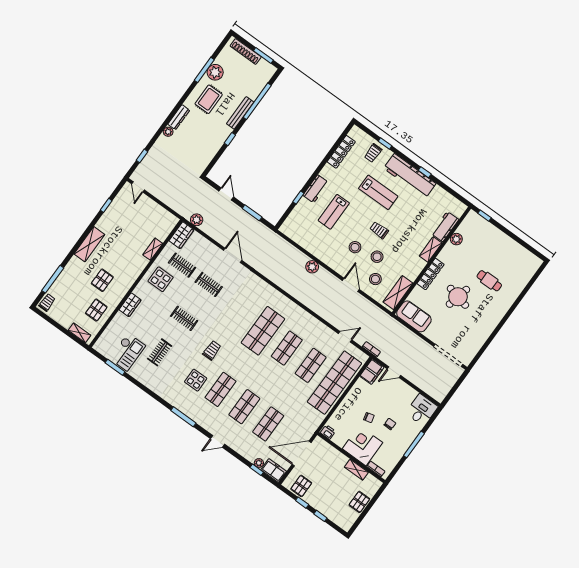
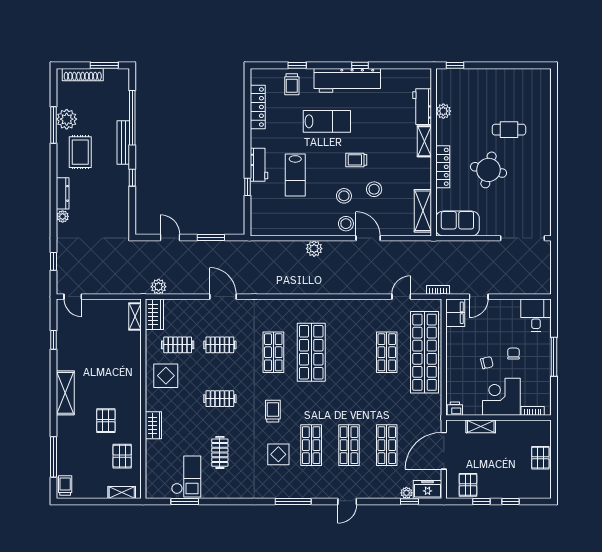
shelving: (153, 249) -> (135, 316), moved
stool: (375, 279) -> (346, 224), moved
shop shelf: (287, 348) -> (273, 352), moved
shelving: (356, 470) -> (481, 426), moved

